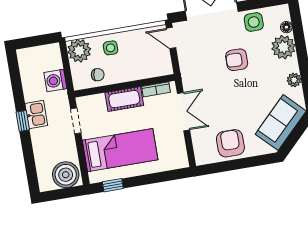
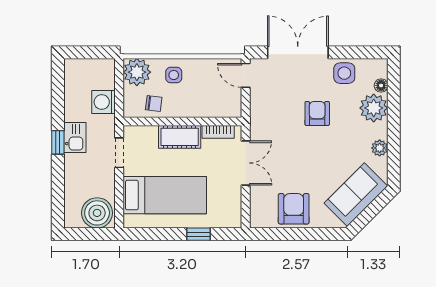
armchair: (237, 60) -> (317, 113), turned 89
window: (113, 185) -> (198, 234), moved

